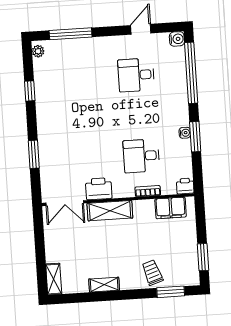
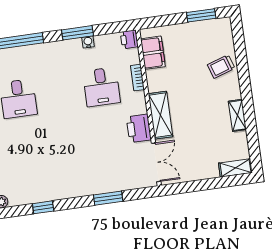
water cooler: (185, 133) -> (88, 42), moved
window: (171, 292) -> (240, 46), removed

